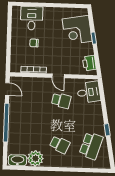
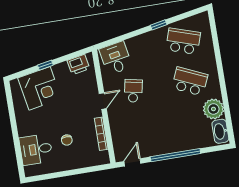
school desk: (60, 145) -> (190, 81), width x1.85

